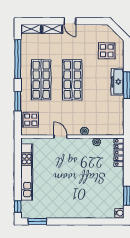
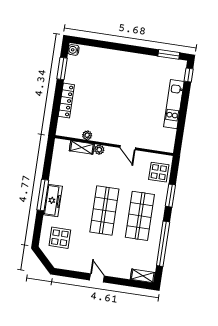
shelving: (52, 29) -> (82, 147), moved
locker: (119, 152) -> (66, 101), moved
kitchen unit: (27, 172) -> (174, 104), width x0.73

